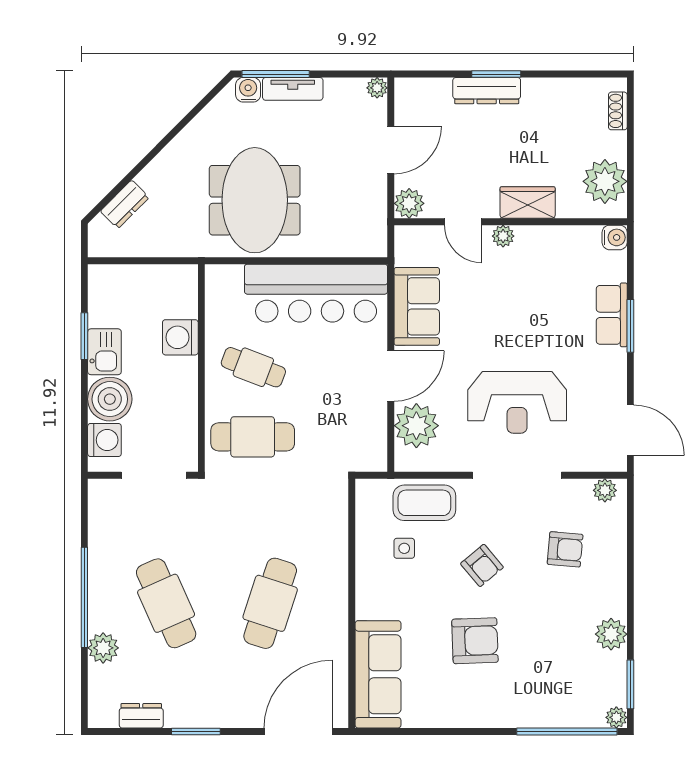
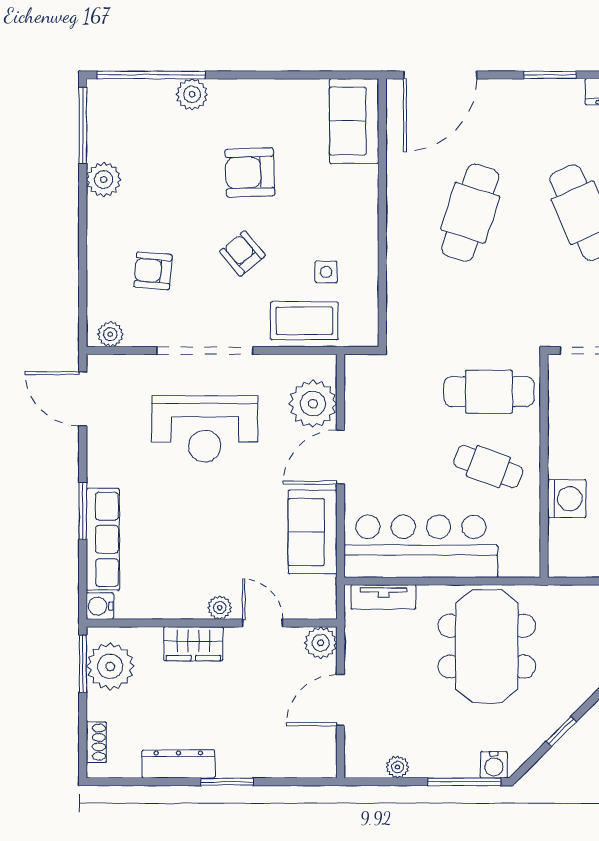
plant: (377, 88) -> (397, 767), moved
tv unit: (293, 89) -> (384, 597), moved, turned 180
dresser: (487, 91) -> (178, 764), moved
window: (186, 121) -> (561, 731), added
window: (630, 184) -> (83, 664), added
row of seats: (612, 315) -> (103, 539), width x1.48
reception desk: (517, 402) -> (205, 429), turned 180
sofa: (378, 674) -> (354, 121), width x0.73
window: (630, 684) -> (83, 126), width x1.44
plant: (616, 717) -> (192, 94), moved, width x1.38, depth x1.38

